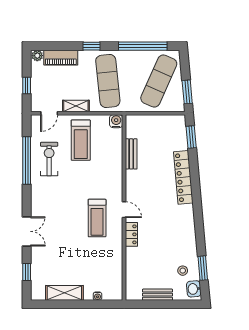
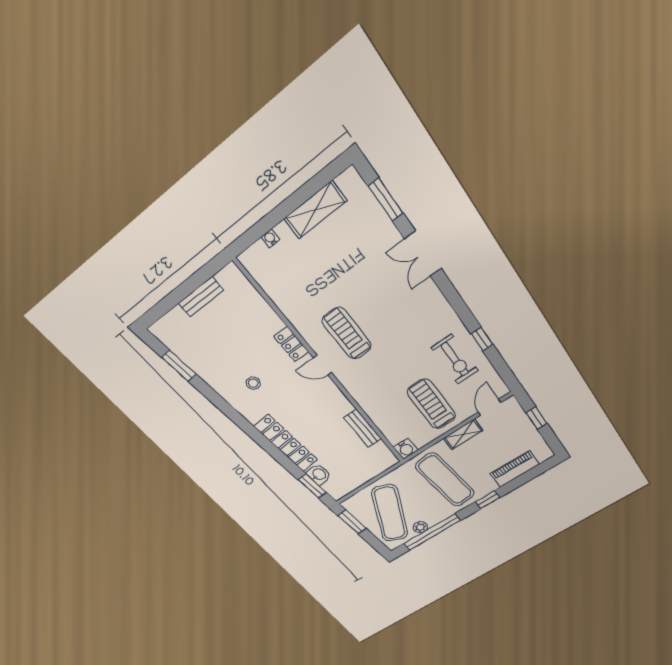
plant: (37, 56) -> (420, 527), moved
window: (27, 160) -> (482, 339), width x0.32
stool: (183, 271) -> (253, 383), moved
window: (27, 272) -> (386, 200), width x1.50
washbasin: (194, 289) -> (319, 475), moved

